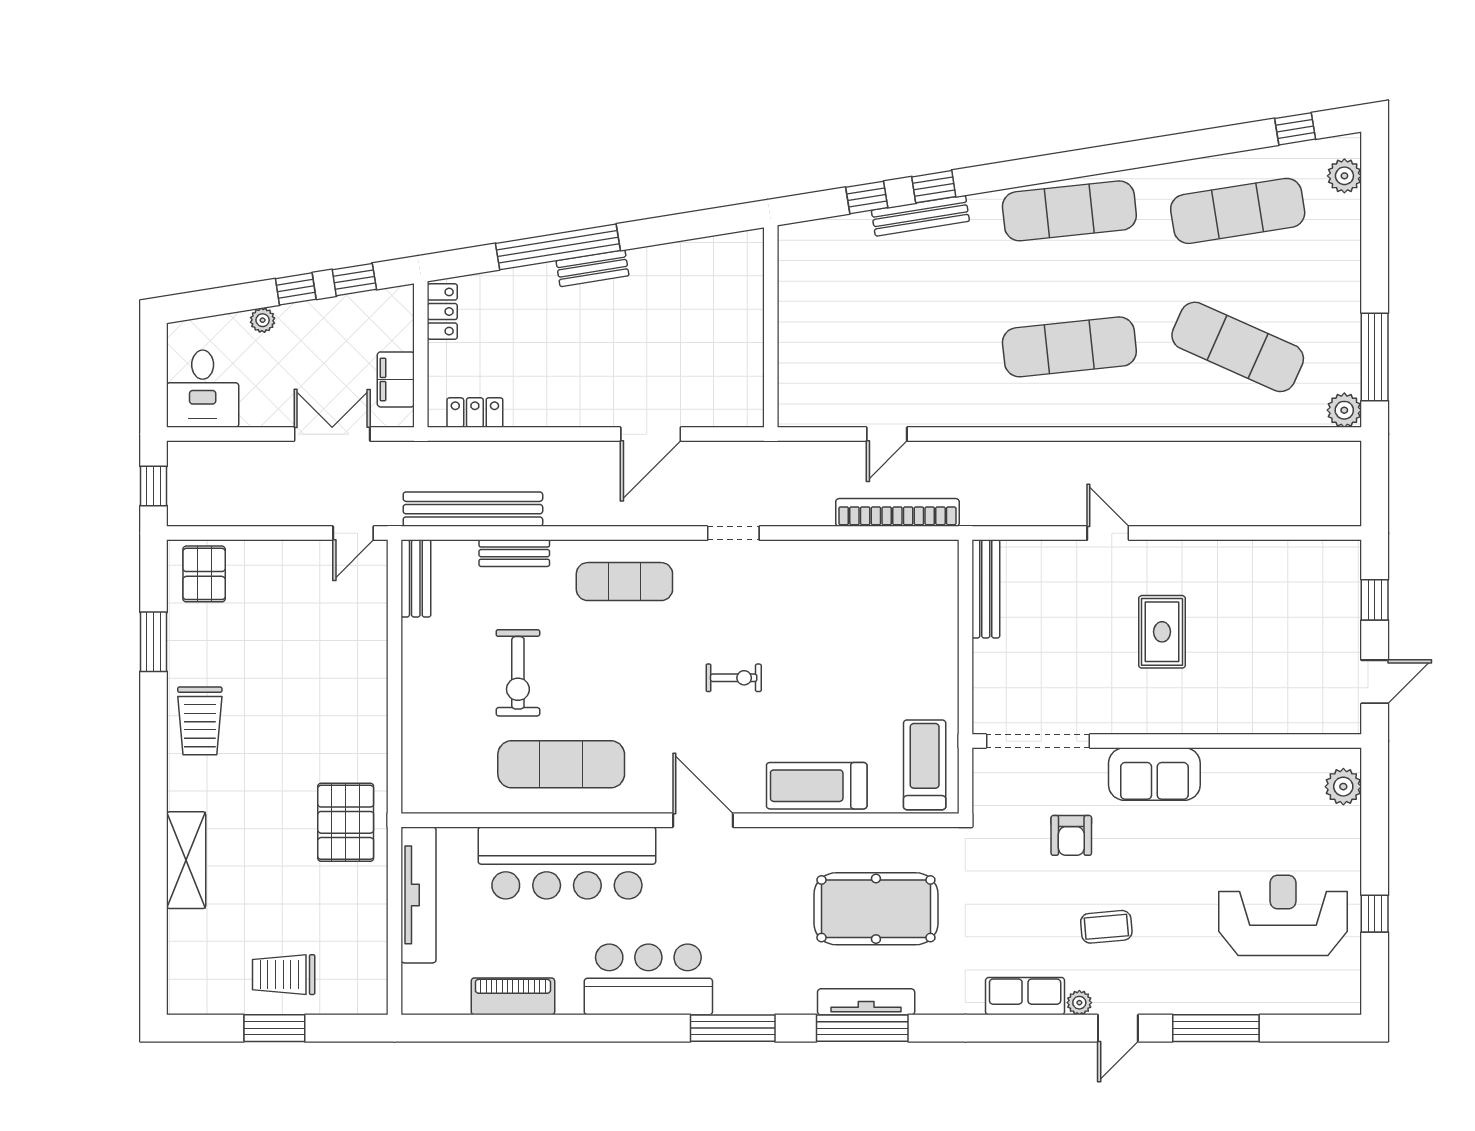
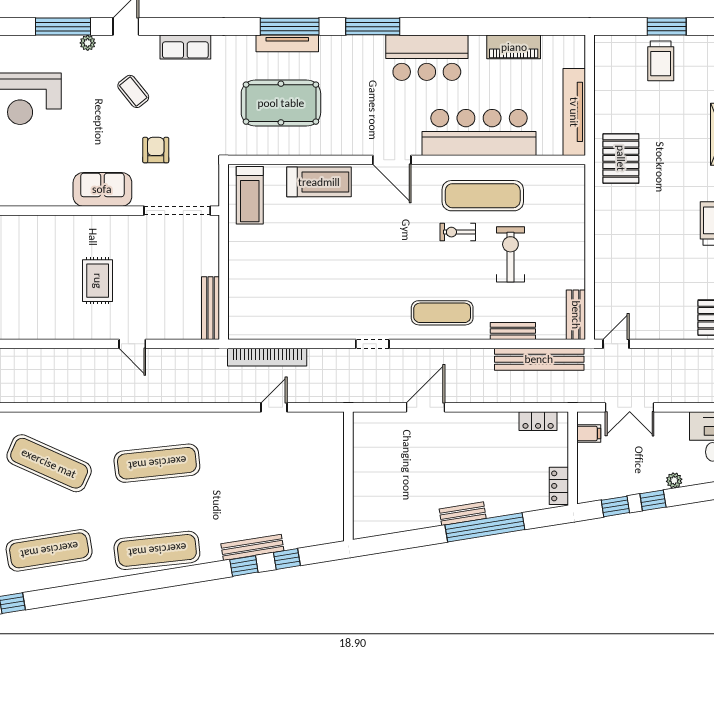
filing cabinet: (396, 379) -> (589, 434), width x0.50
exercise bike: (734, 678) -> (458, 232), moved
coffee table: (1106, 927) -> (133, 91), turned 56
trolley: (284, 975) -> (661, 61), turned 90
plant: (1079, 1003) -> (88, 43), moved

